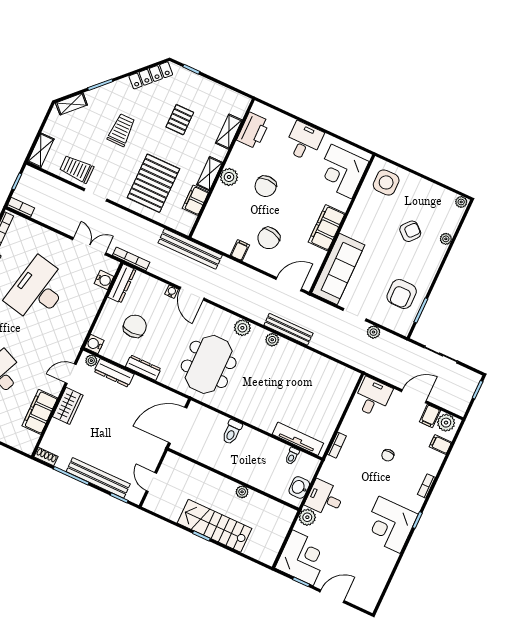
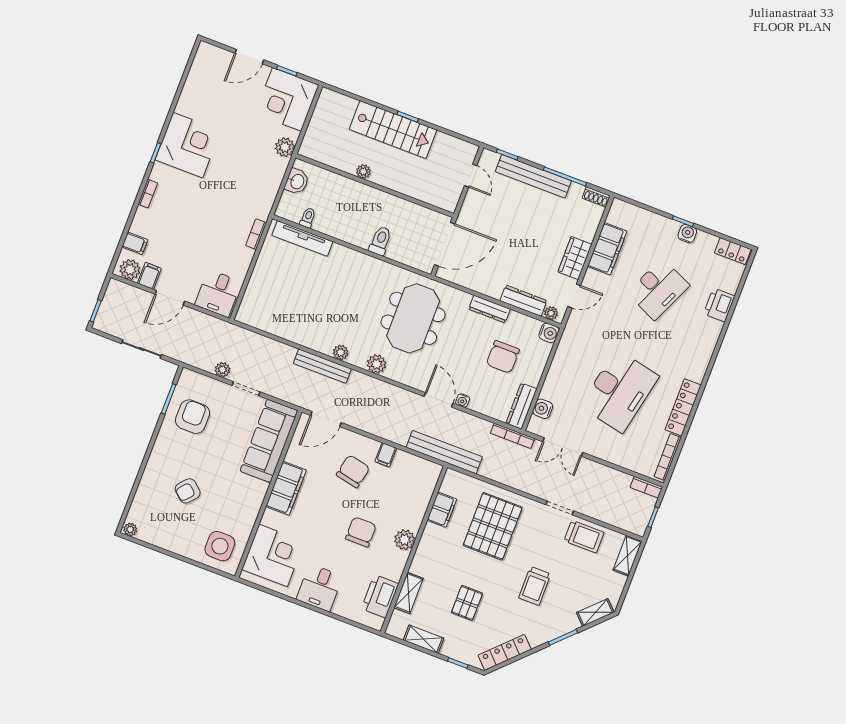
shelving: (210, 174) -> (424, 639), moved, turned 90
plant: (446, 239) -> (145, 485), removed
chair: (388, 455) -> (196, 227), removed
desk: (325, 498) -> (266, 171), removed

